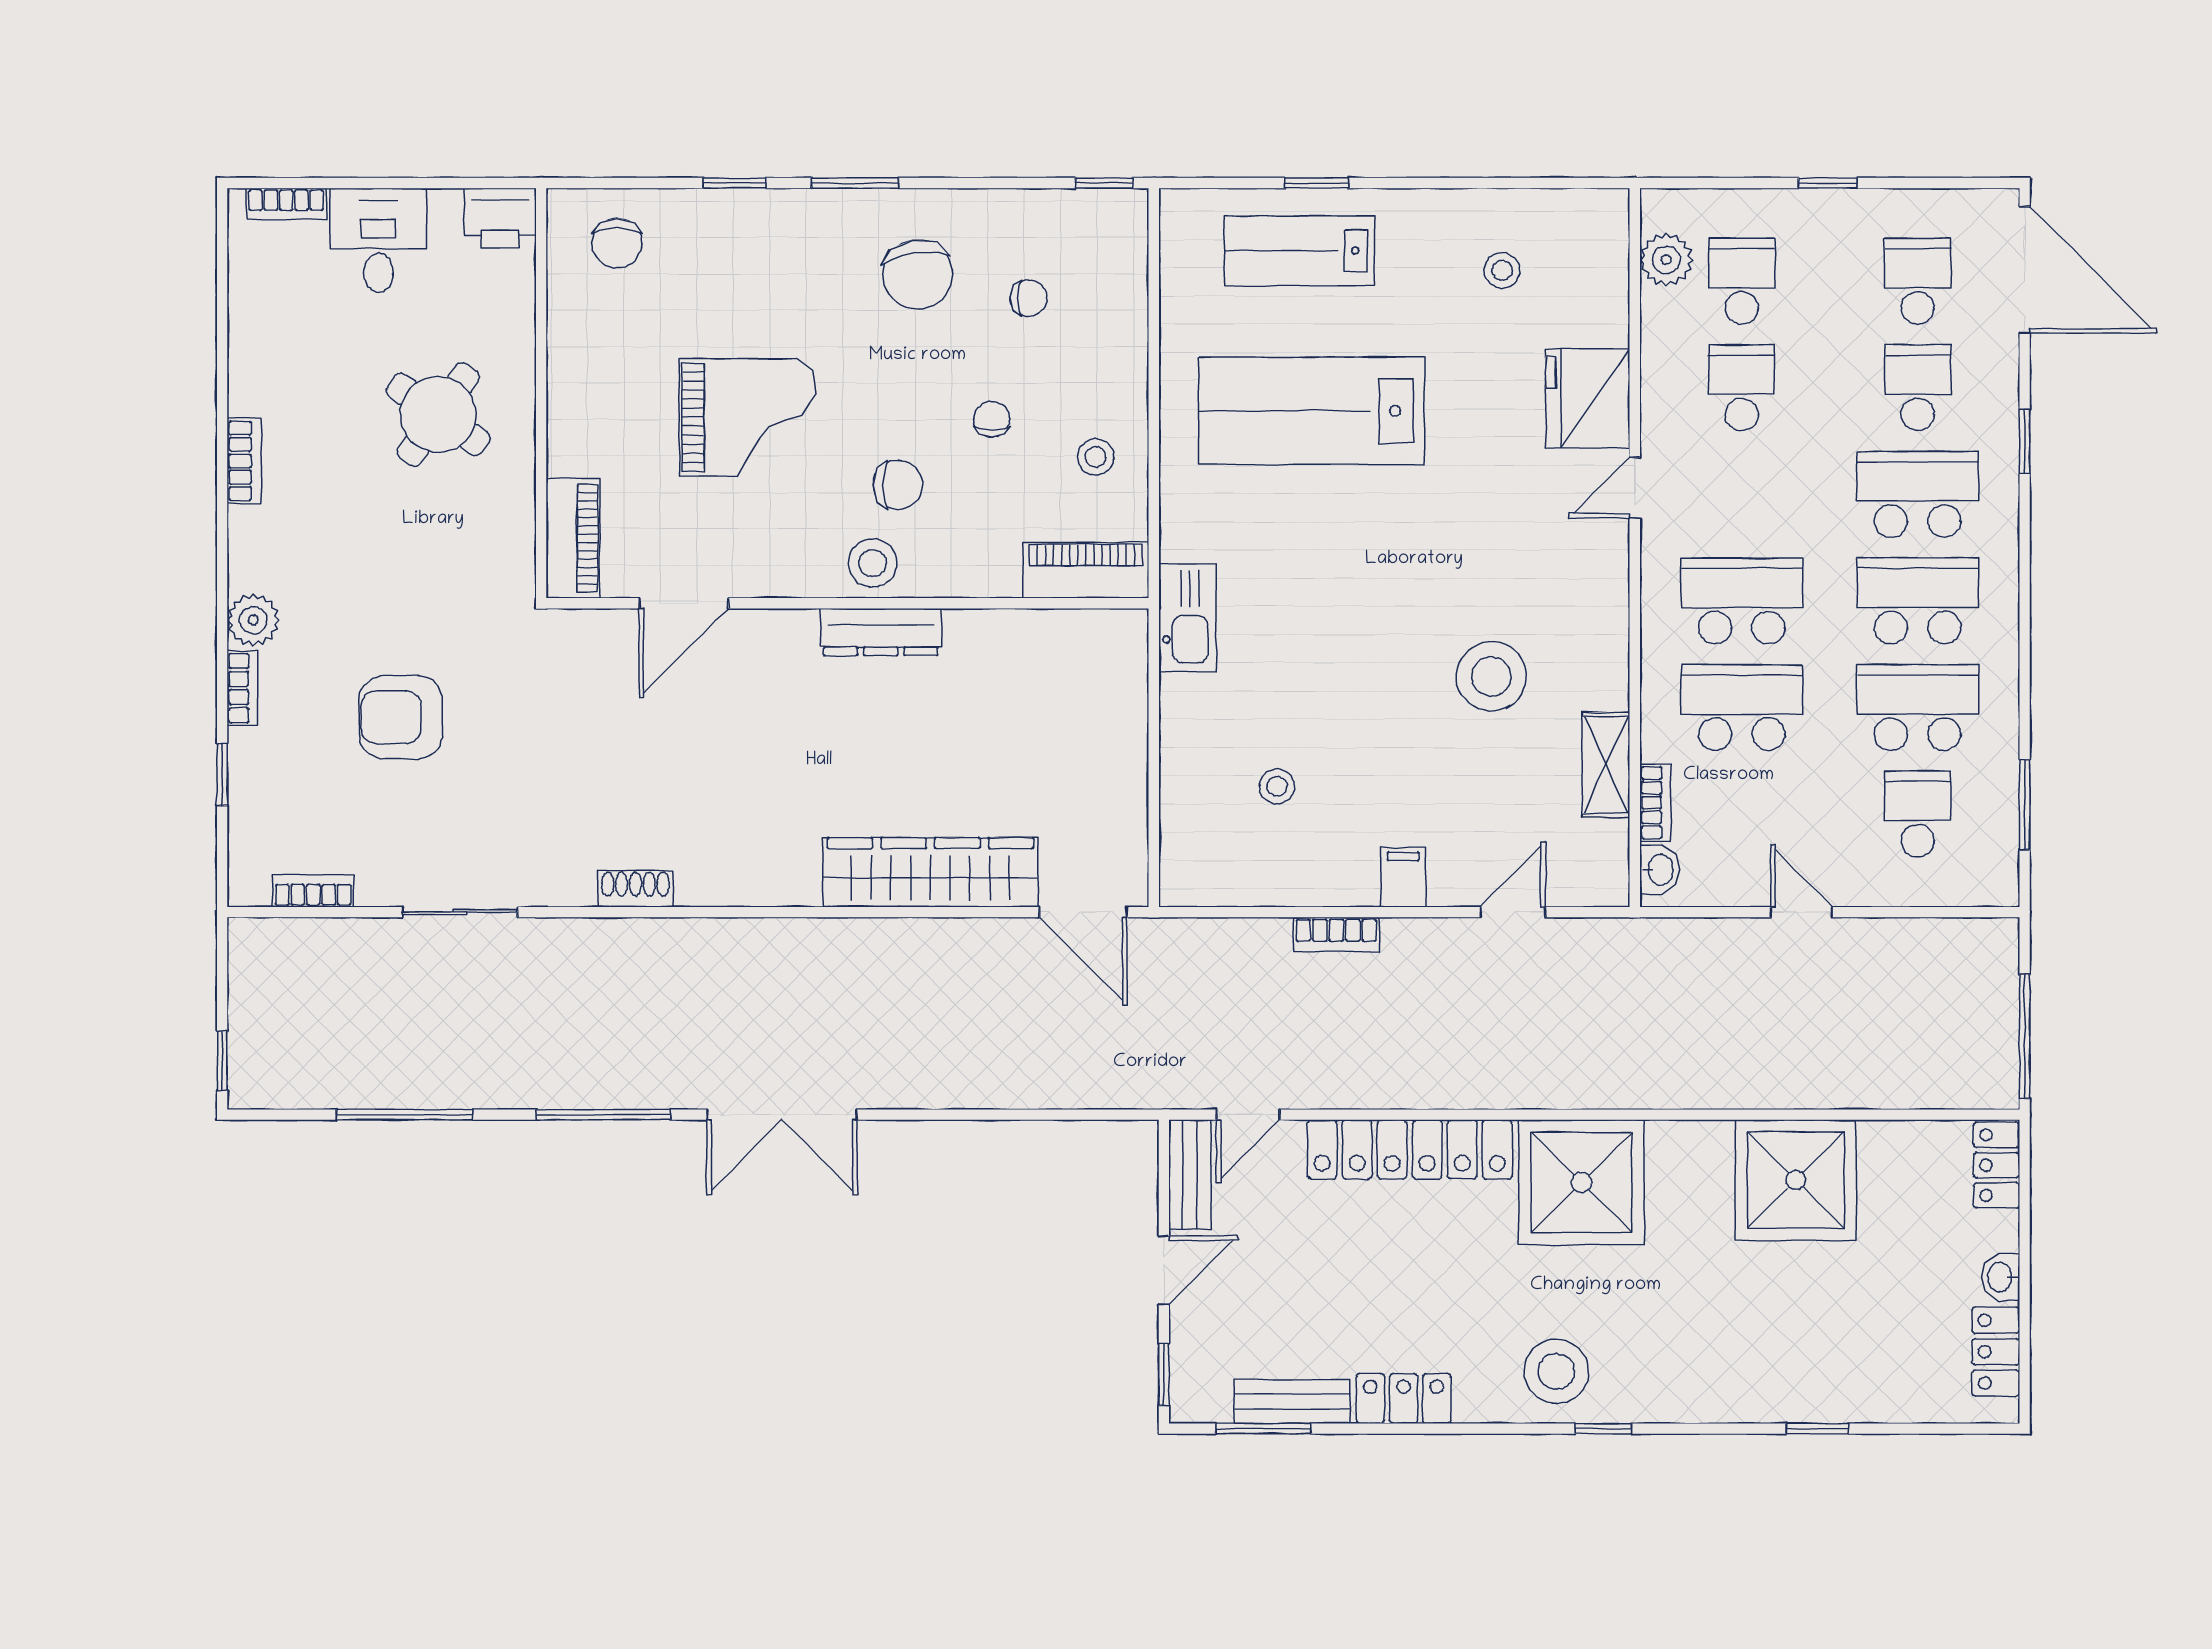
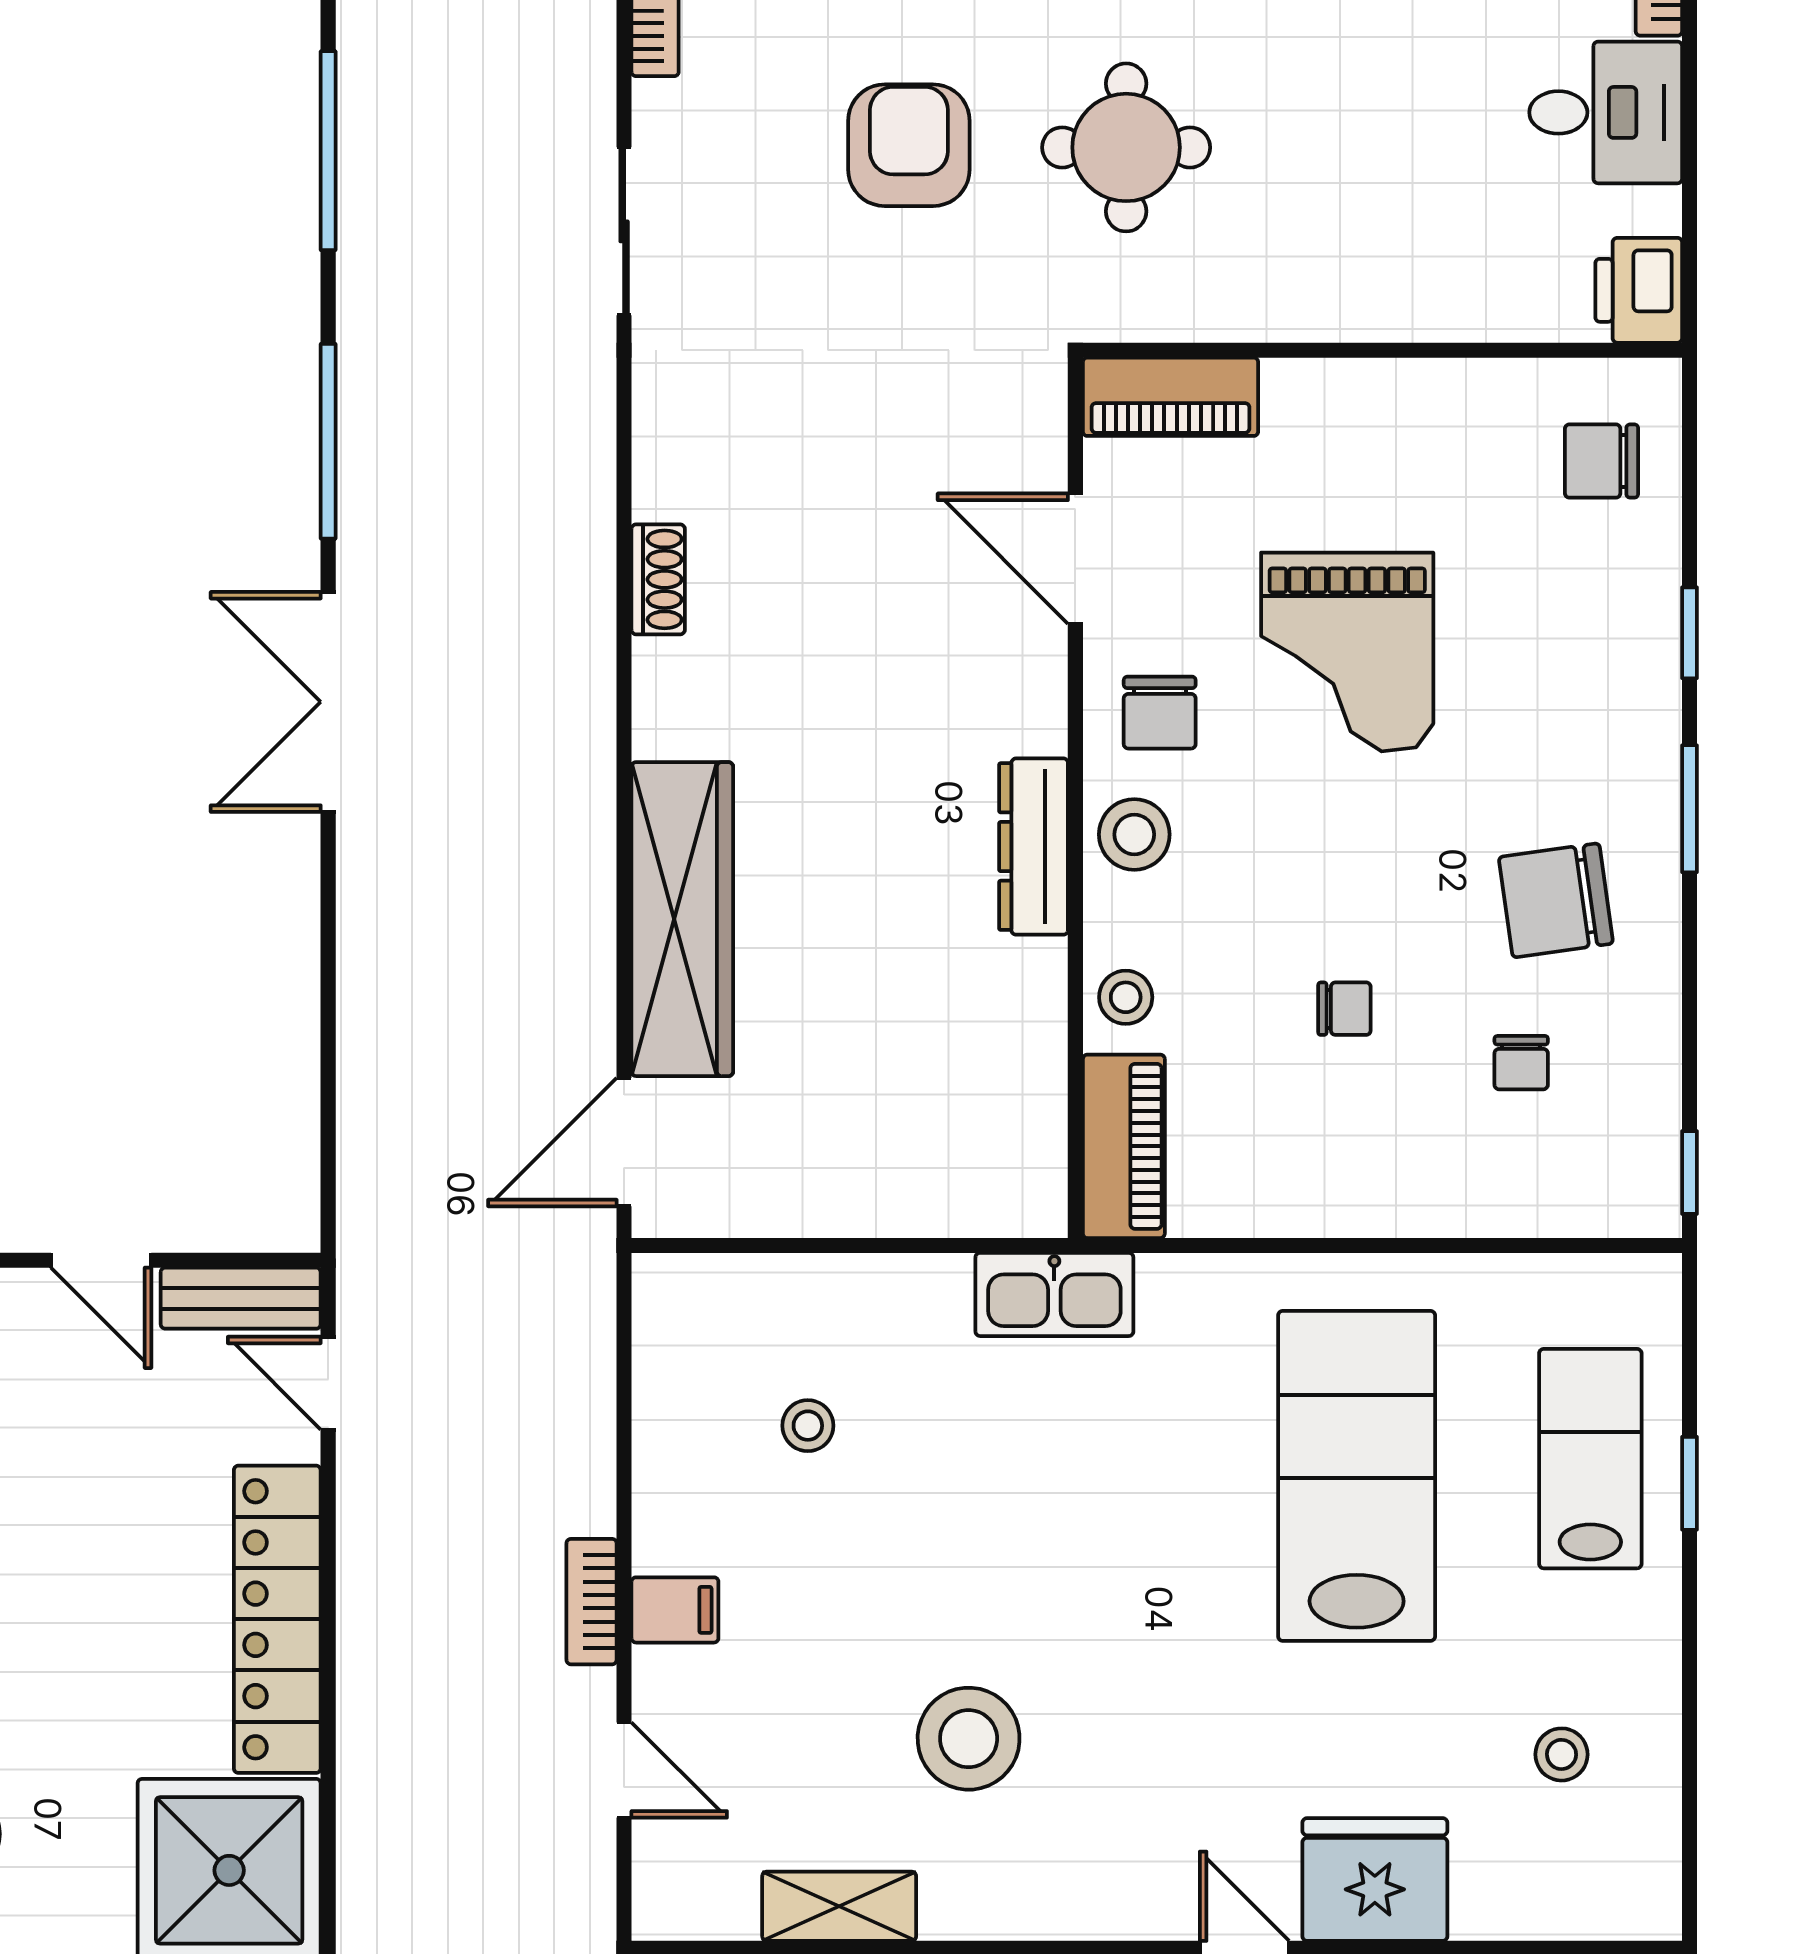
round table: (438, 414) -> (1126, 147), moved, turned -35
stool: (1096, 457) -> (1126, 997), moved
chair: (898, 485) -> (1160, 713), moved
shoe rack: (635, 889) -> (658, 579), moved
bookcase: (1336, 934) -> (592, 1602), moved

